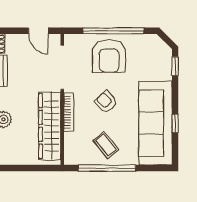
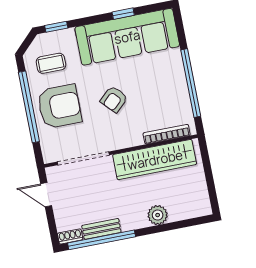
door: (38, 31) -> (46, 195), swing flipped
bookcase: (69, 112) -> (167, 134), moved
coffee table: (106, 145) -> (51, 63), moved, turned 38

